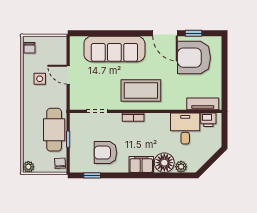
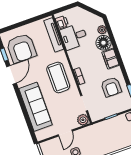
plant: (77, 103) -> (83, 120), added
tv unit: (203, 104) -> (54, 35), width x1.41
cafe table: (54, 130) -> (108, 129), removed

